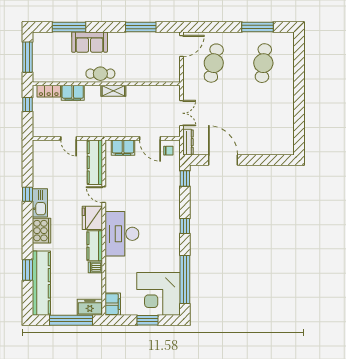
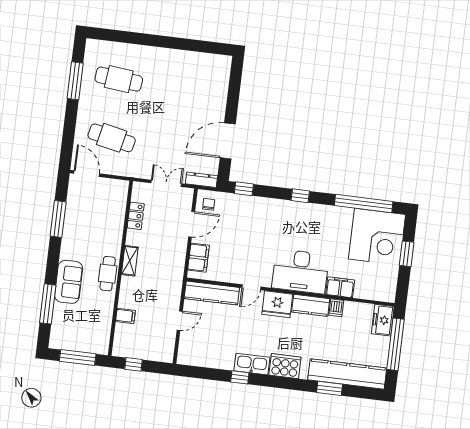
locker: (49, 91) -> (136, 216), moved
filing cabinet: (73, 93) -> (125, 316), width x0.50
filing cabinet: (113, 304) -> (340, 287), moved

